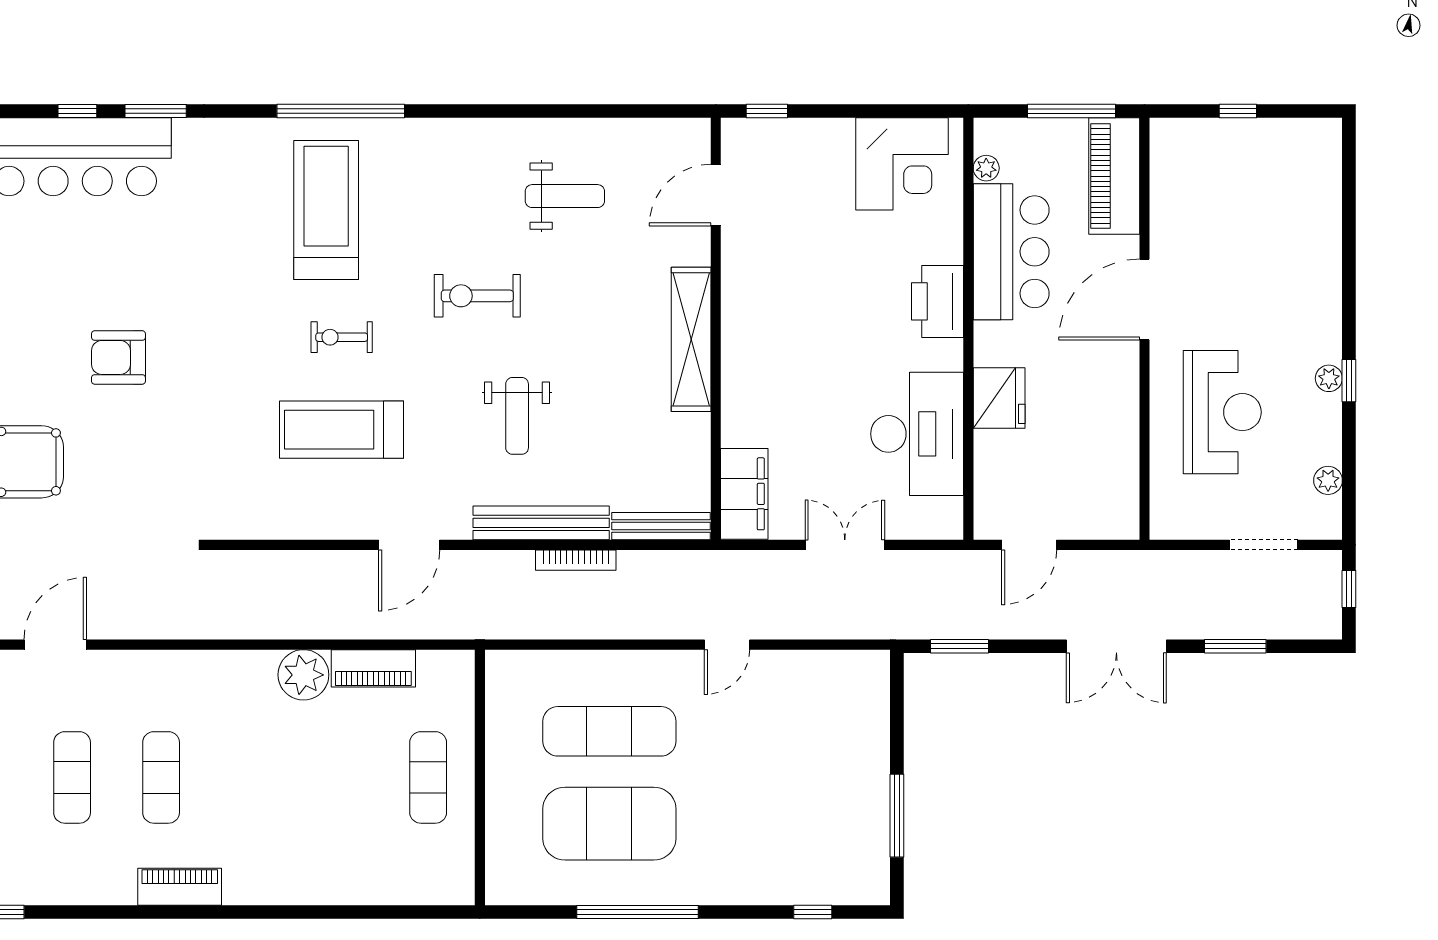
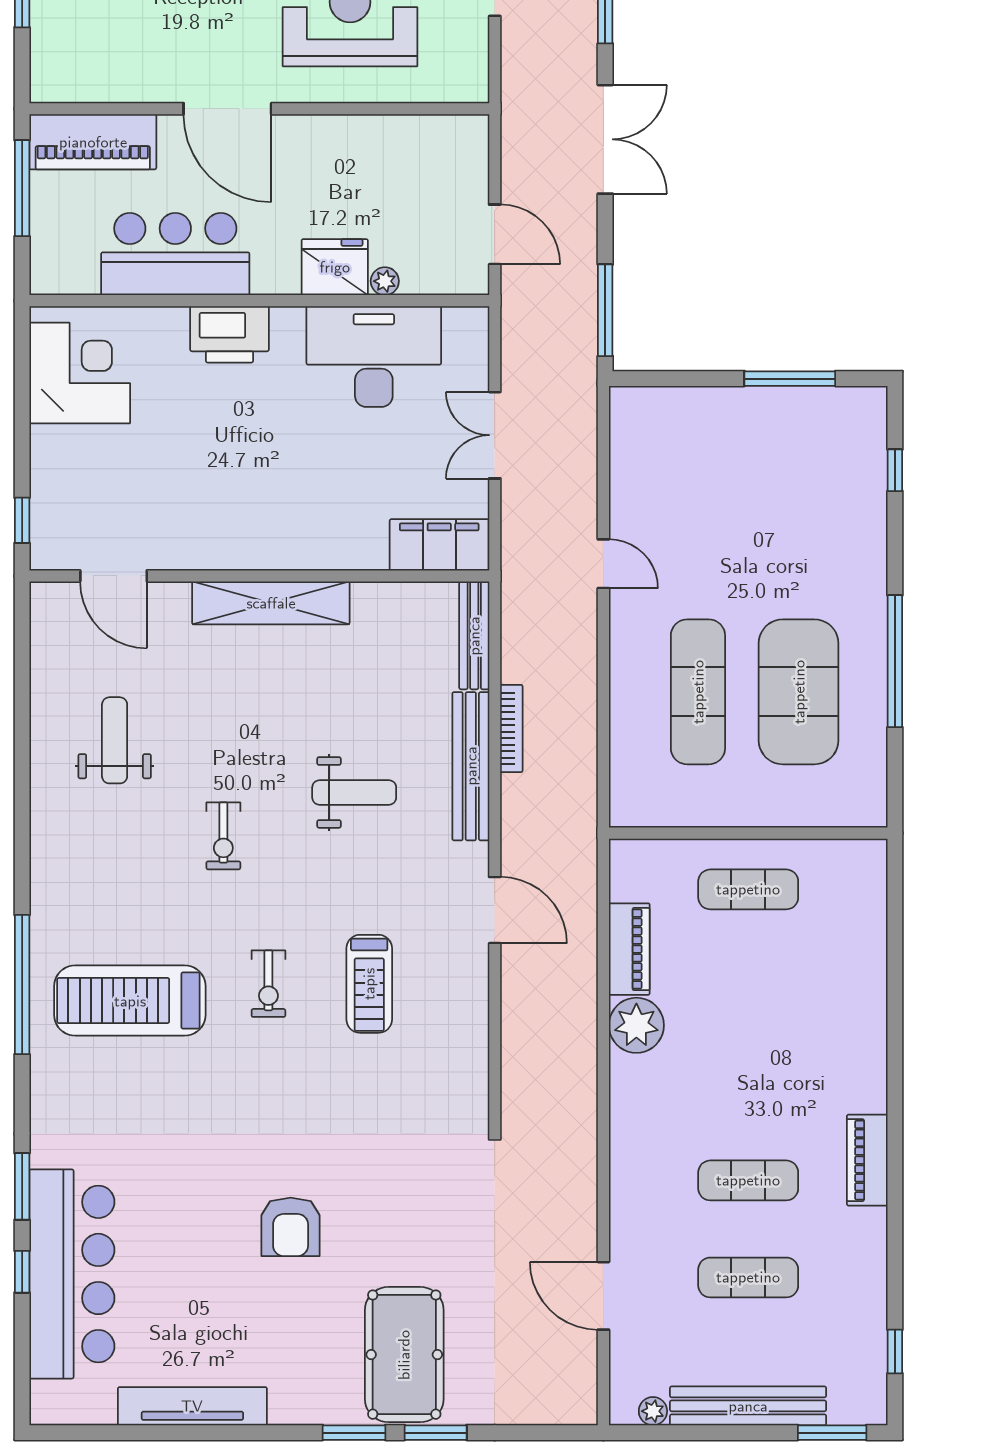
plant: (986, 168) -> (385, 281), moved
exercise bike: (477, 296) -> (223, 836), width x0.73, depth x0.72
treadmill: (341, 430) -> (369, 984), width x0.73, depth x0.73
window: (960, 646) -> (605, 310), width x1.44

